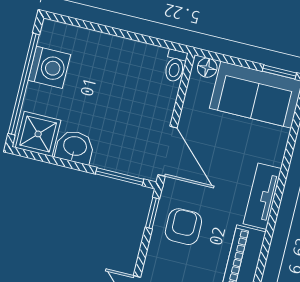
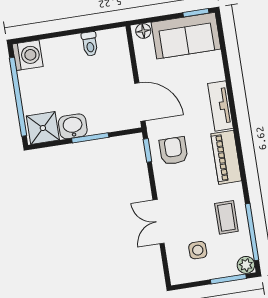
toilet: (175, 66) -> (90, 44), moved
washing machine: (49, 67) -> (28, 55), moved
window: (120, 177) -> (90, 138), moved

